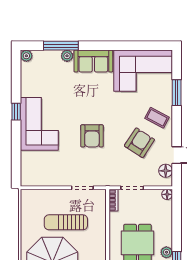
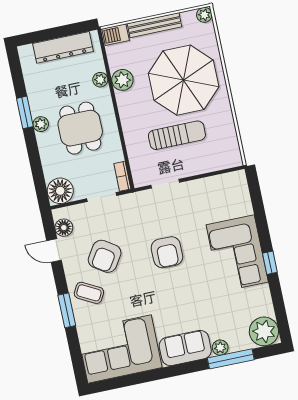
plant: (26, 56) -> (264, 331), width x1.87, depth x1.87
window: (177, 93) -> (67, 310), moved
armchair: (92, 136) -> (167, 252), turned 180
floor lamp: (167, 194) -> (60, 191), width x1.89, depth x1.89

